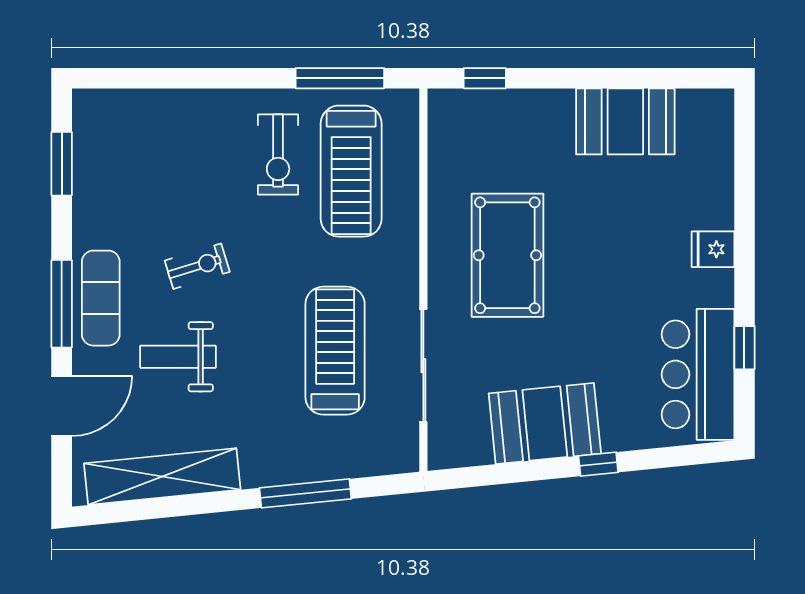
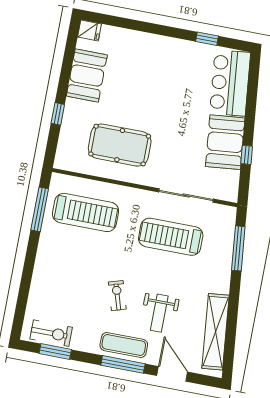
window: (485, 78) -> (58, 114), moved
exercise bike: (278, 154) -> (51, 333), moved
fridge: (713, 249) -> (90, 30), moved, turned -90
pool table: (507, 255) -> (120, 145), moved
bar counter: (698, 374) -> (230, 83), moved, turned 84
window: (598, 464) -> (247, 155), moved
window: (305, 493) -> (238, 248), moved

